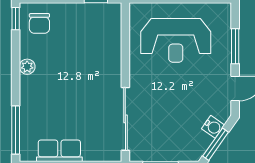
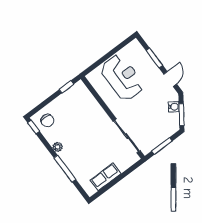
reception desk: (176, 40) -> (122, 77), turned -90
window: (16, 130) -> (65, 169), moved

